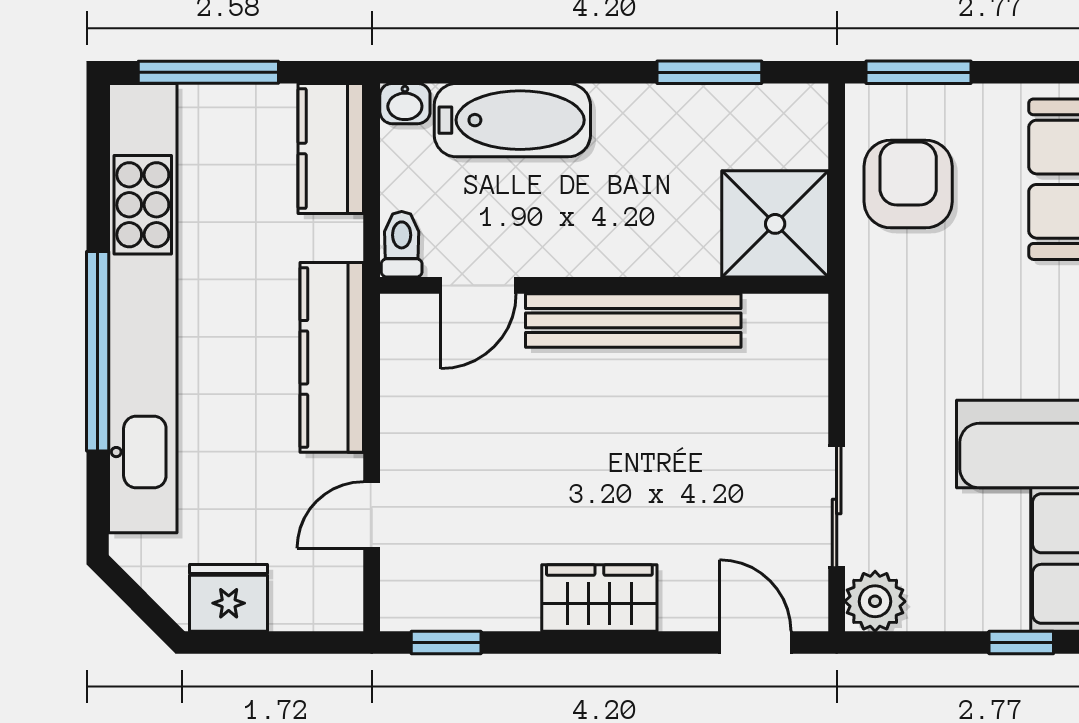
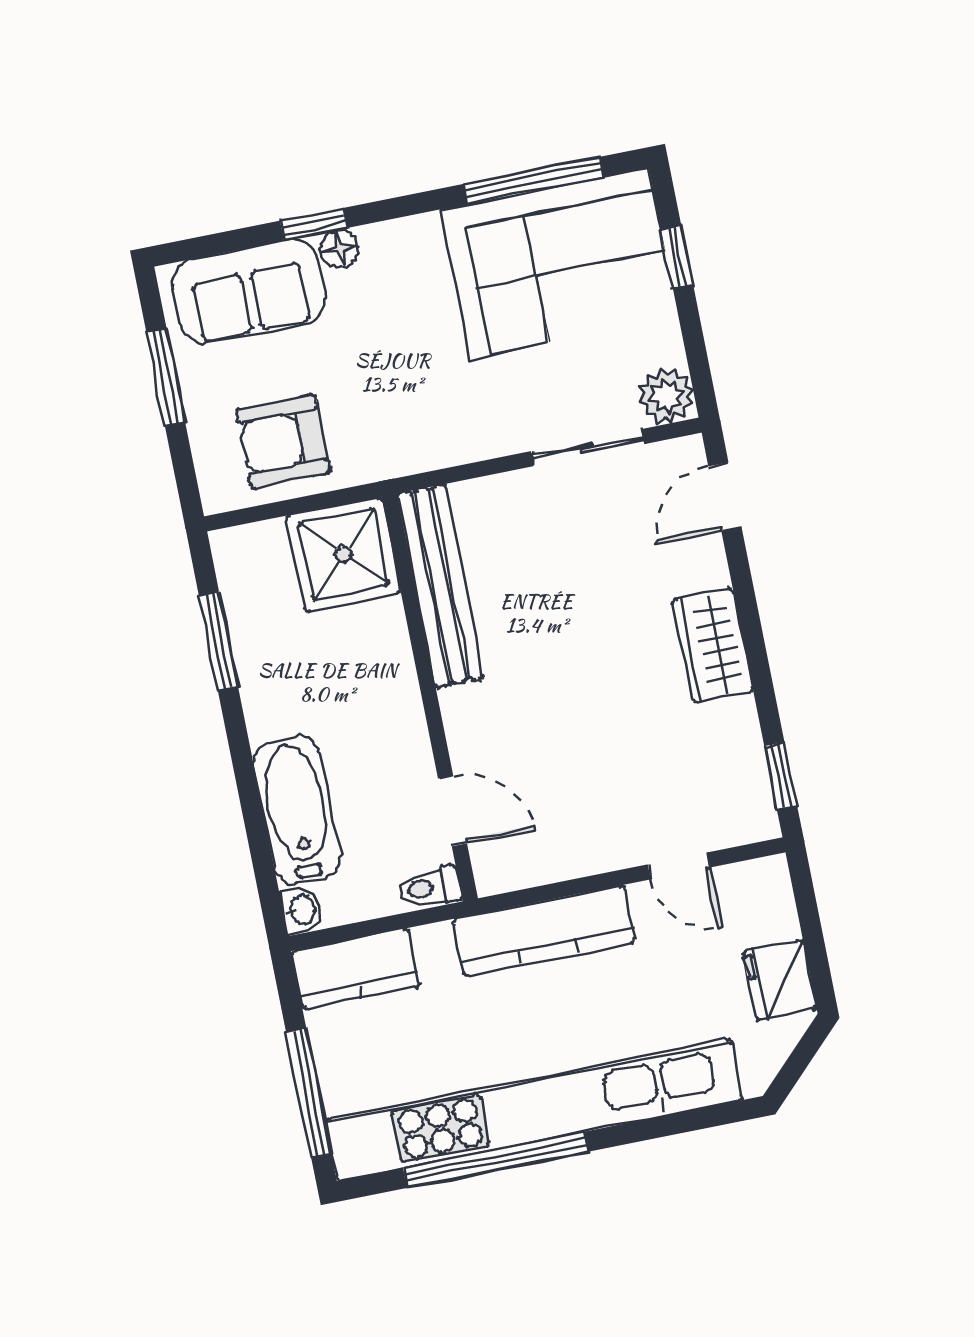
window: (919, 72) -> (166, 377), moved
bench: (633, 320) -> (440, 586), moved
window: (98, 351) -> (495, 1160), moved

